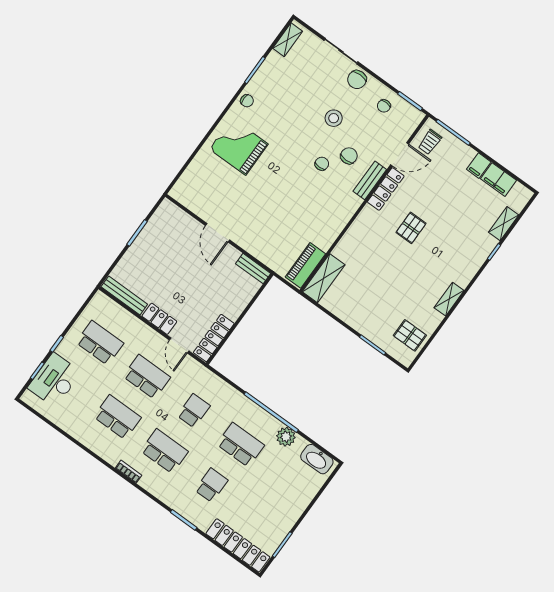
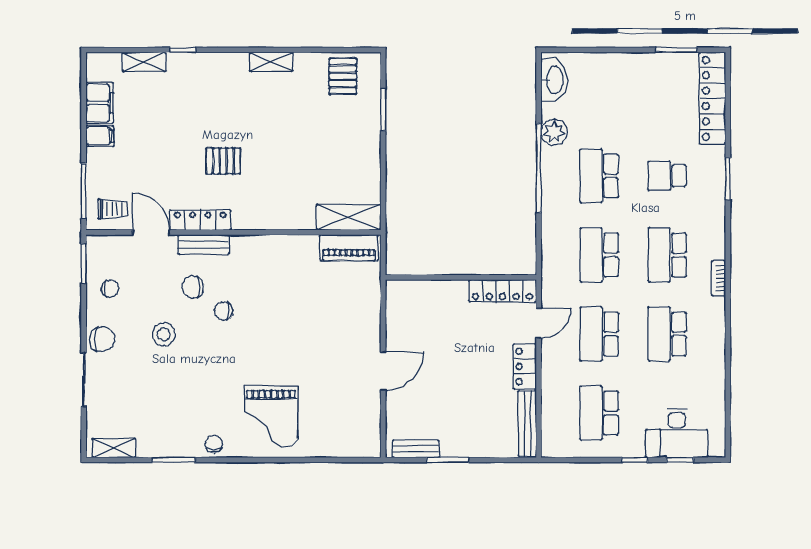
bench: (253, 269) -> (416, 449), moved, turned 90
school desk: (194, 411) -> (599, 255), width x1.85

